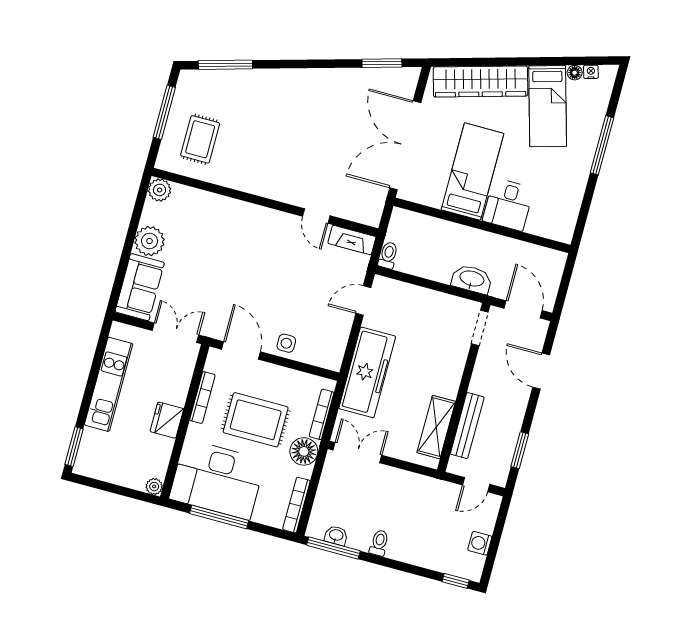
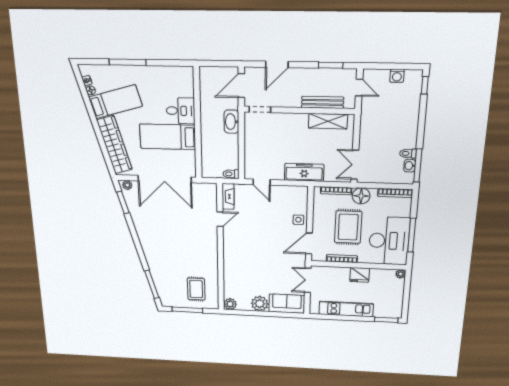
plant: (410, 80) -> (127, 185), added
rug: (200, 139) -> (196, 289), turned 90
freezer: (367, 372) -> (304, 172), width x0.73, depth x0.79
toilet: (379, 543) -> (408, 153), moved

